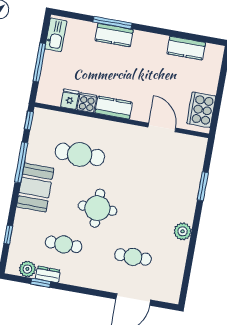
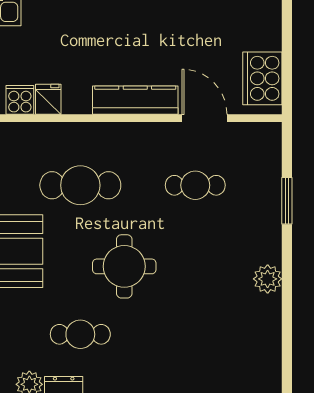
cooker: (87, 103) -> (20, 100), moved
kitchen counter: (114, 108) -> (135, 100), width x1.50
cafe table: (133, 257) -> (195, 185), moved

